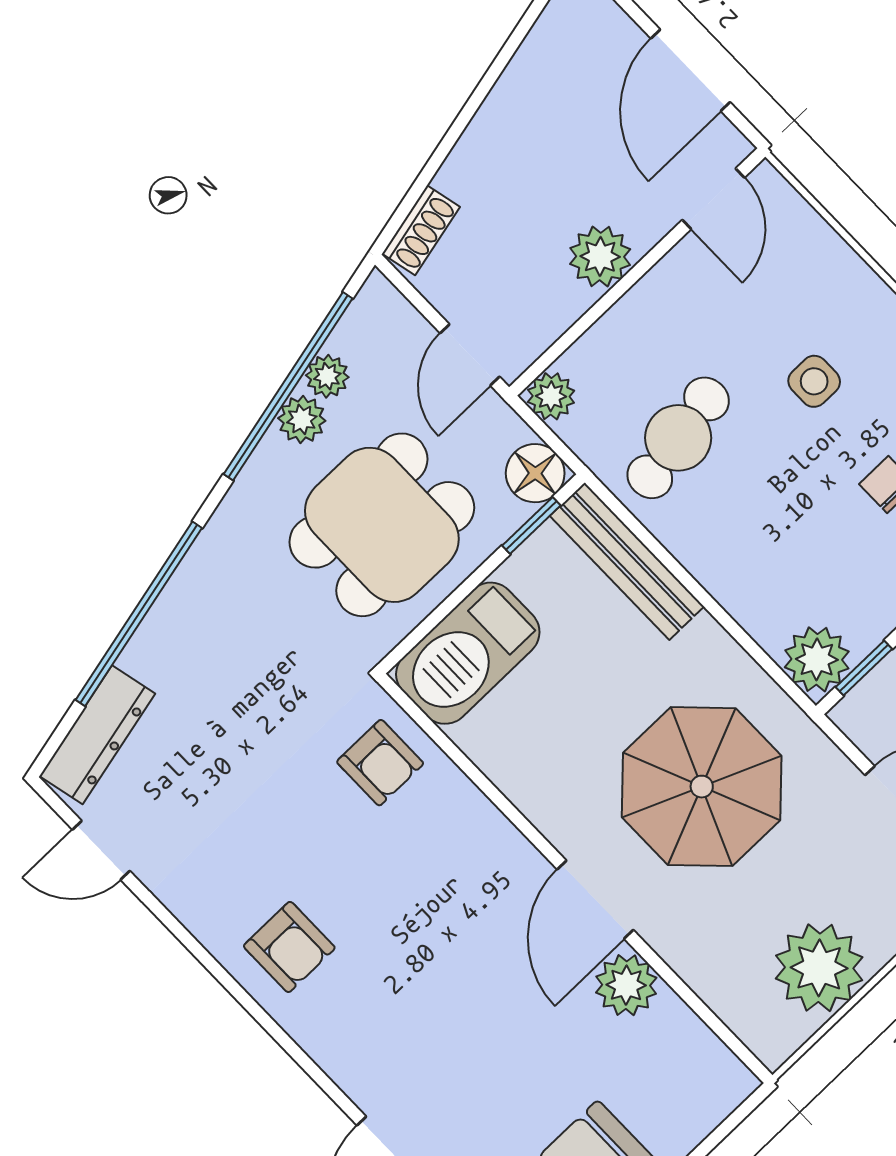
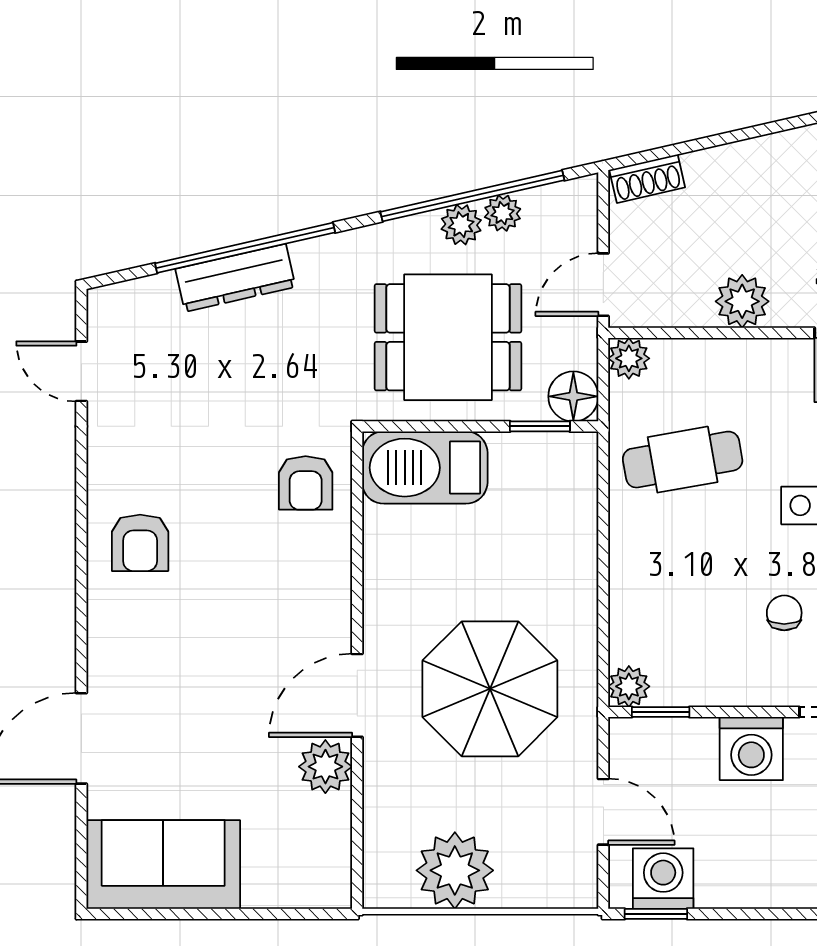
bench: (627, 561) -> (578, 505), removed
plant: (817, 659) -> (629, 686), width x0.73, depth x0.73
dresser: (97, 735) -> (235, 278), moved

